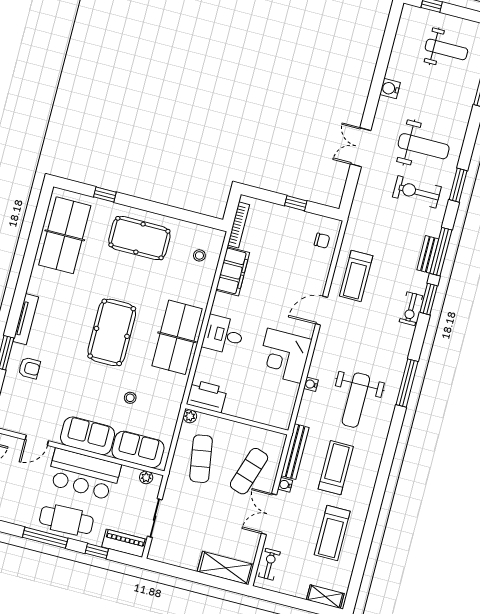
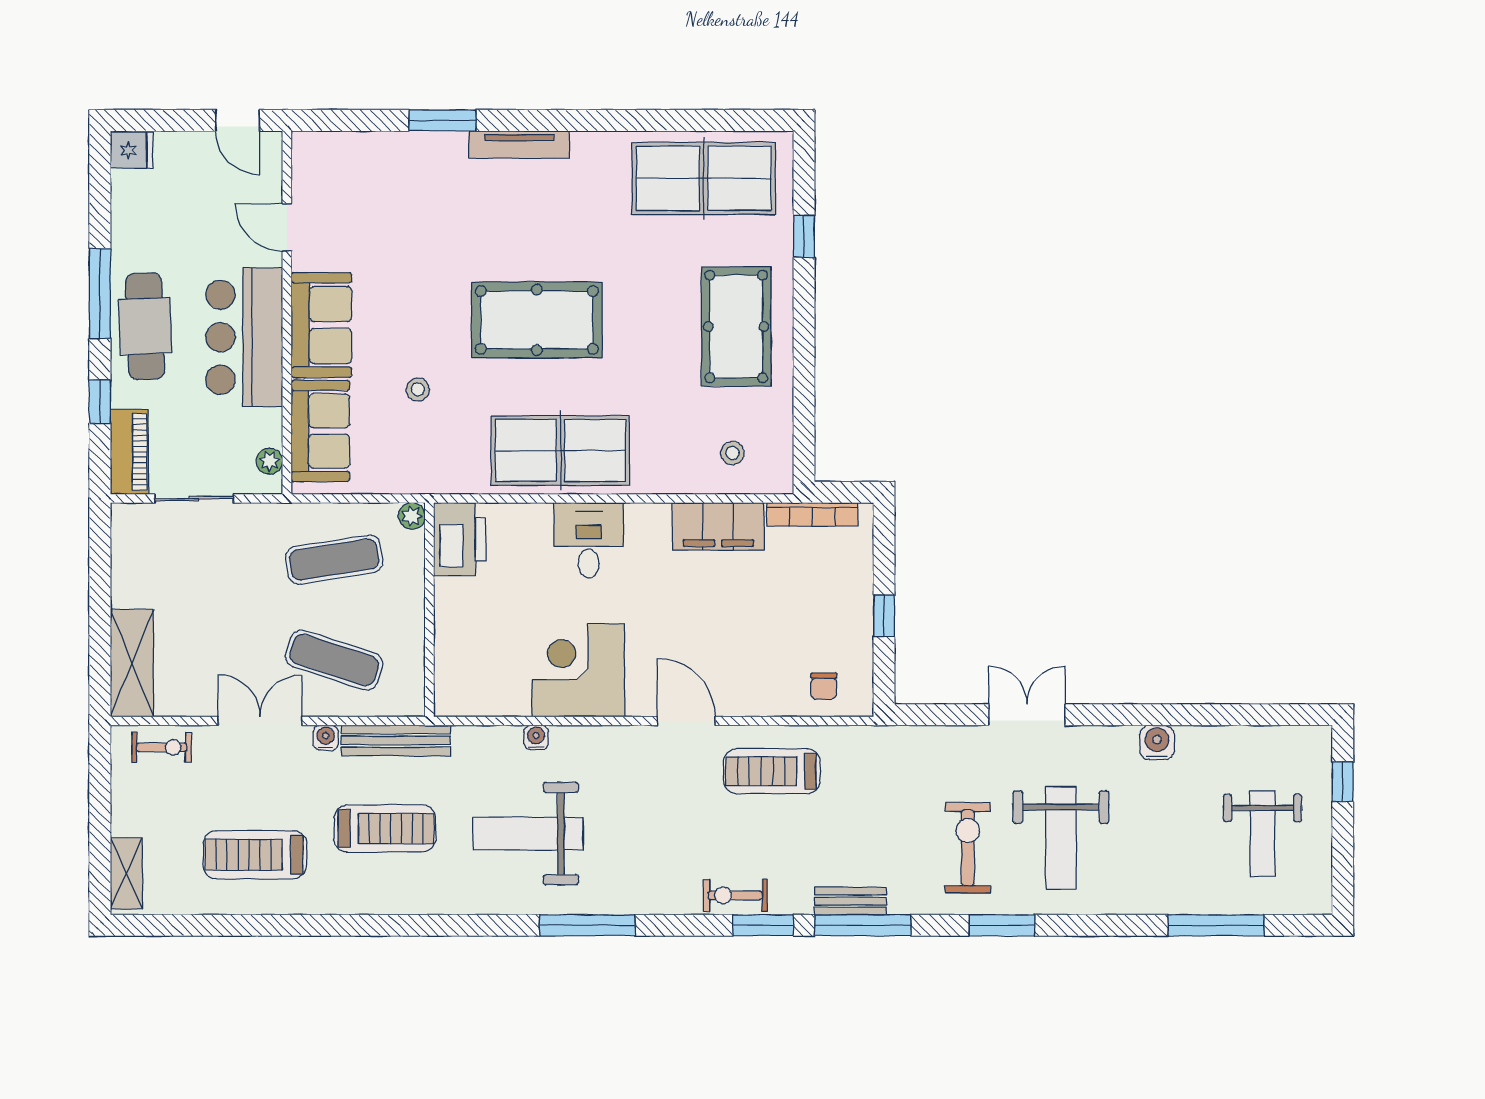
armchair: (29, 368) -> (425, 176), removed

